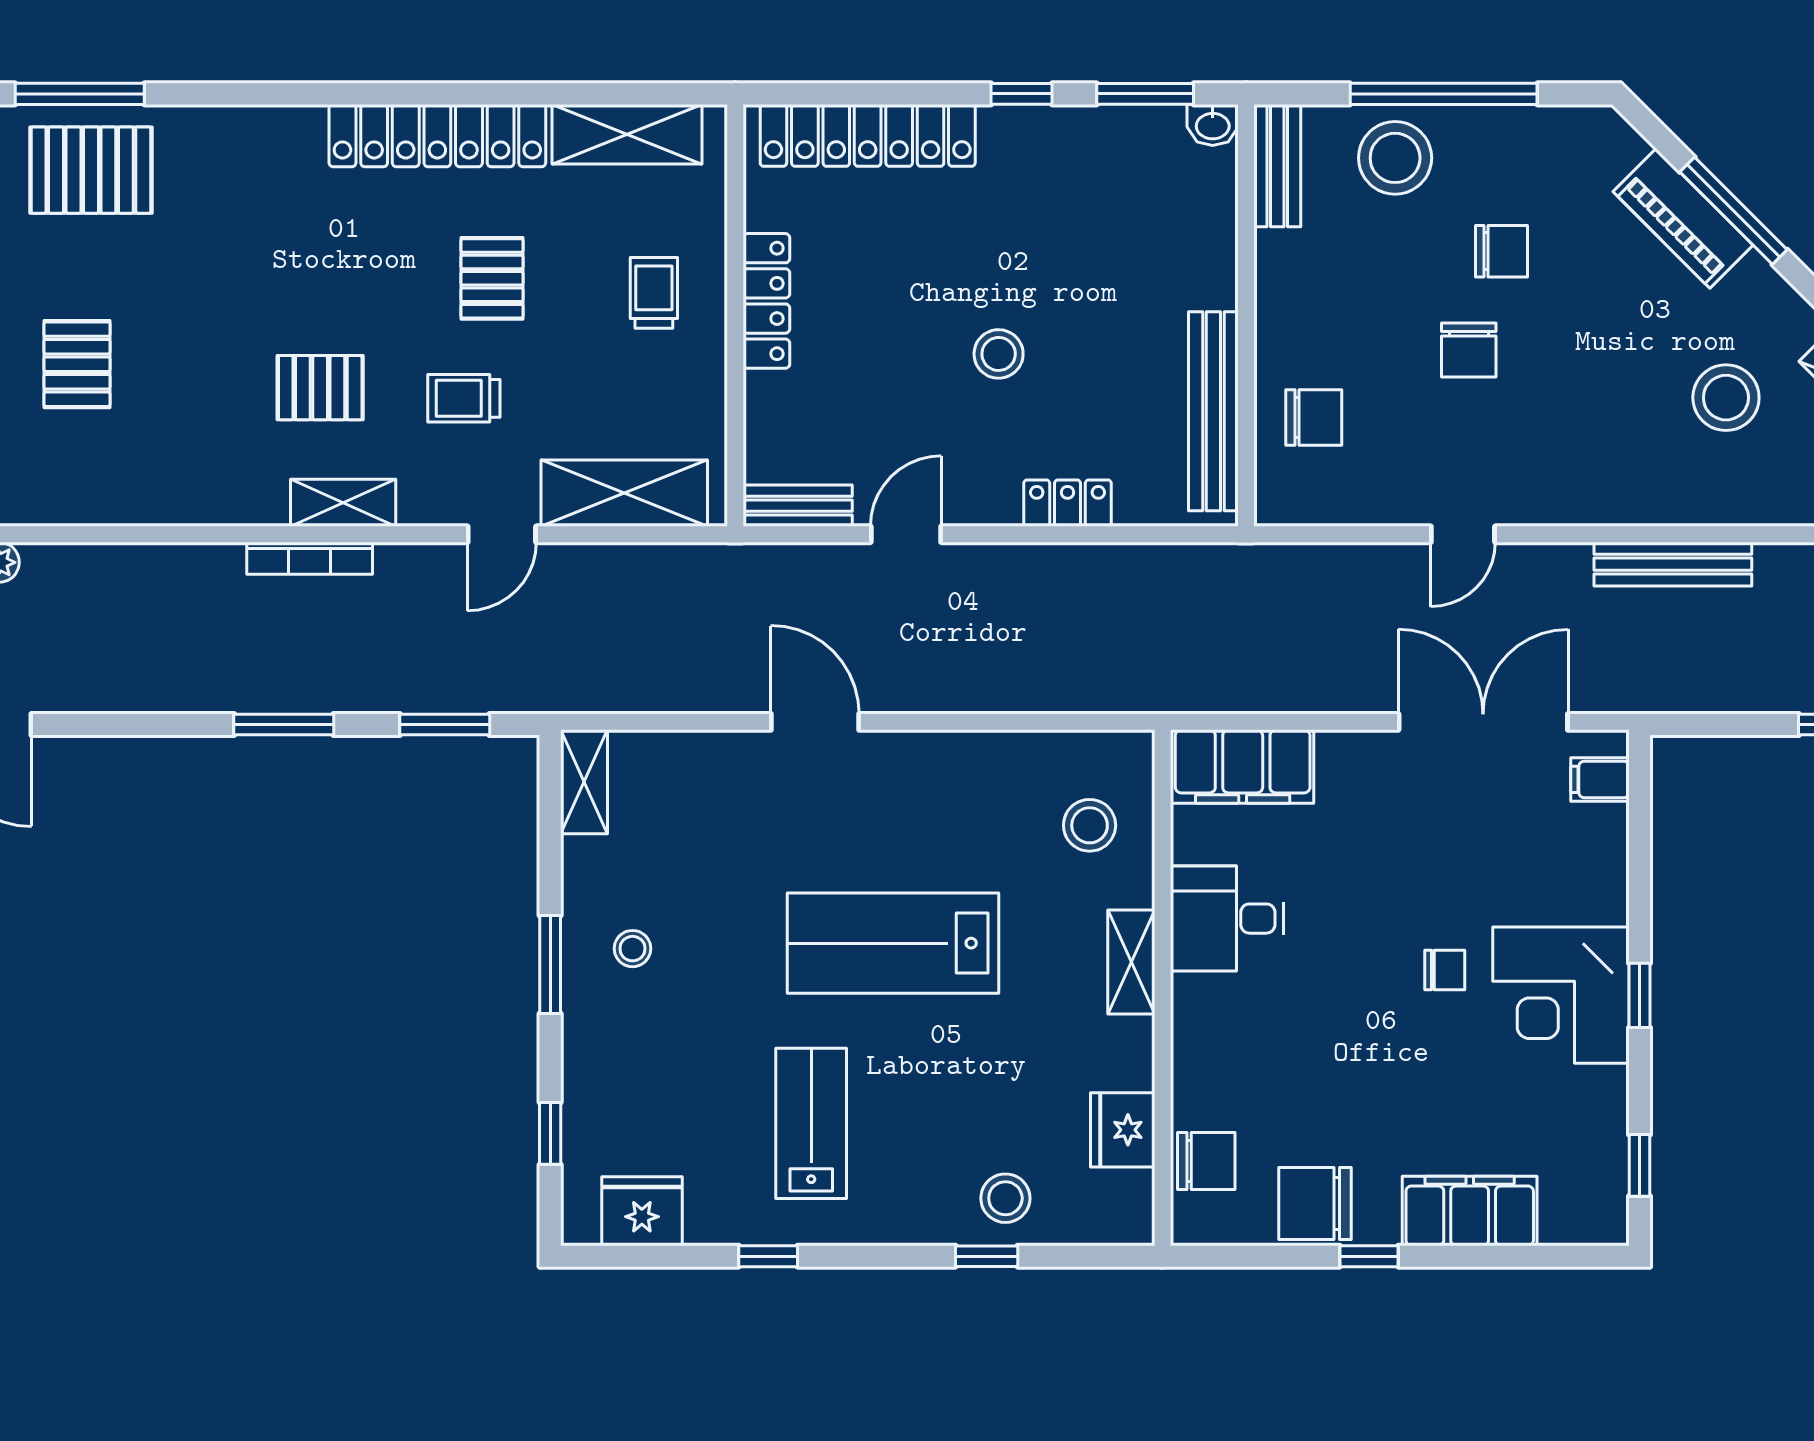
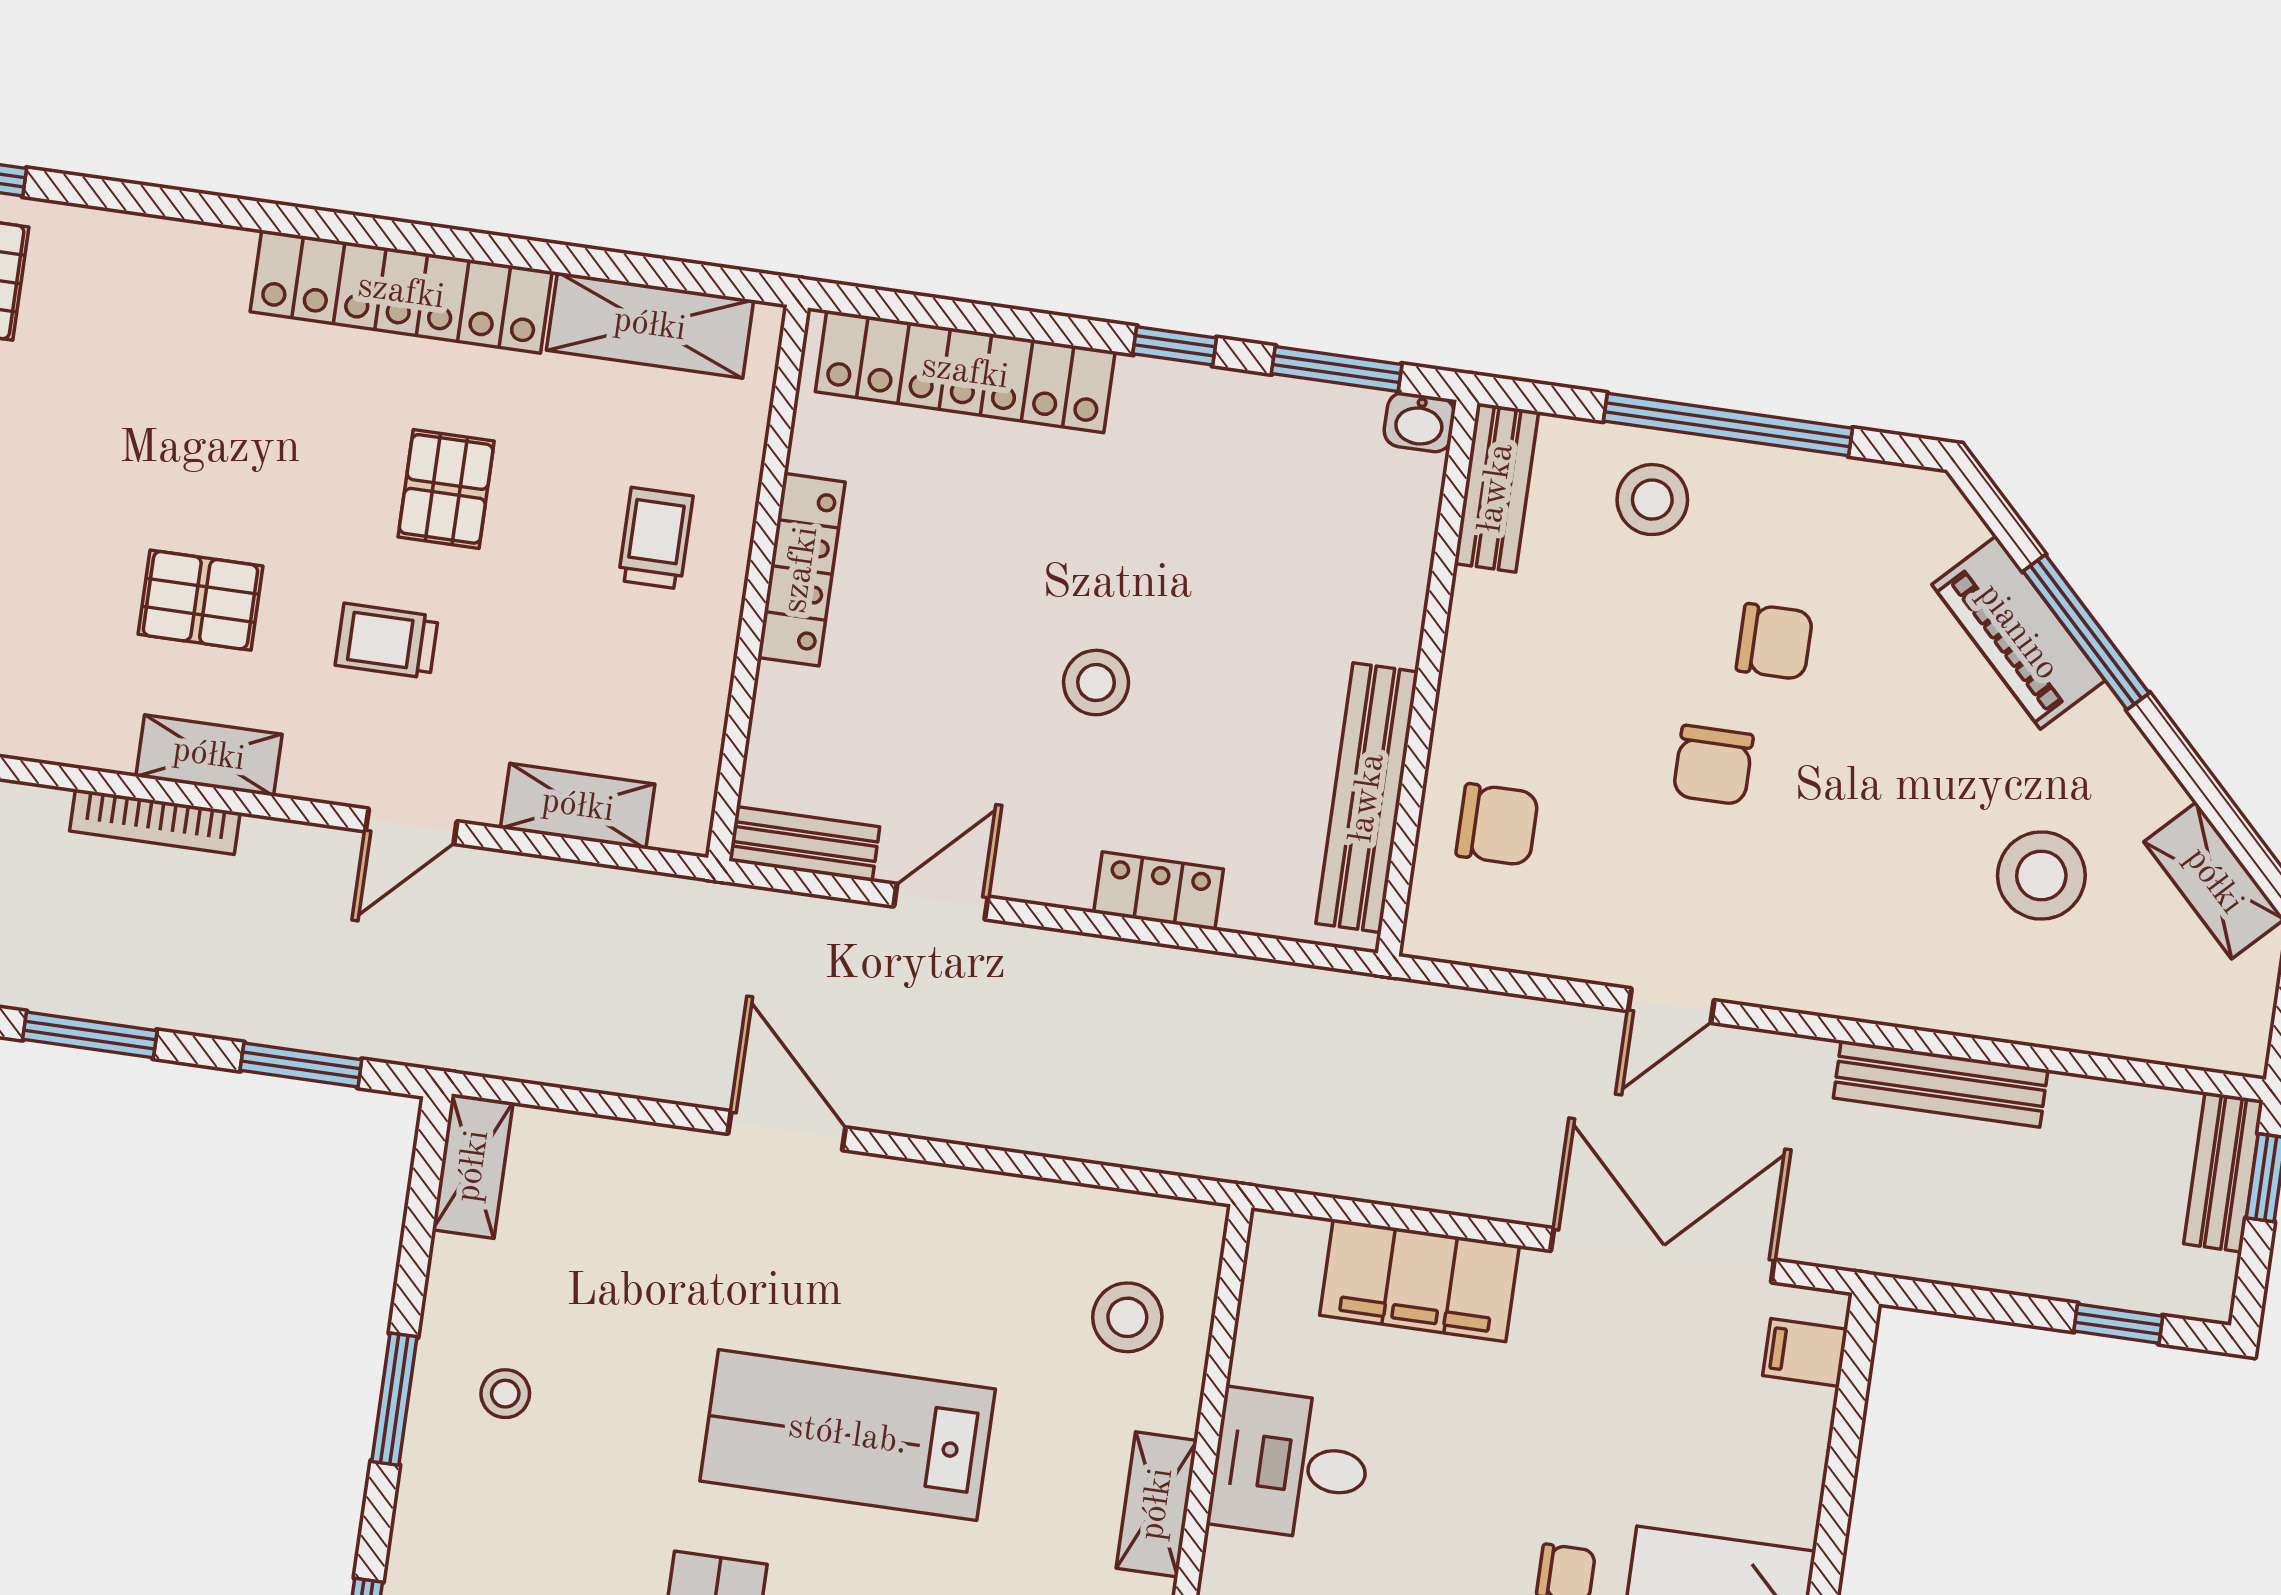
stool: (1395, 158) -> (1652, 500), width x0.73, depth x0.73
shelving: (624, 493) -> (578, 806), width x0.67, depth x0.75
filing cabinet: (1243, 767) -> (1419, 1280), moved

